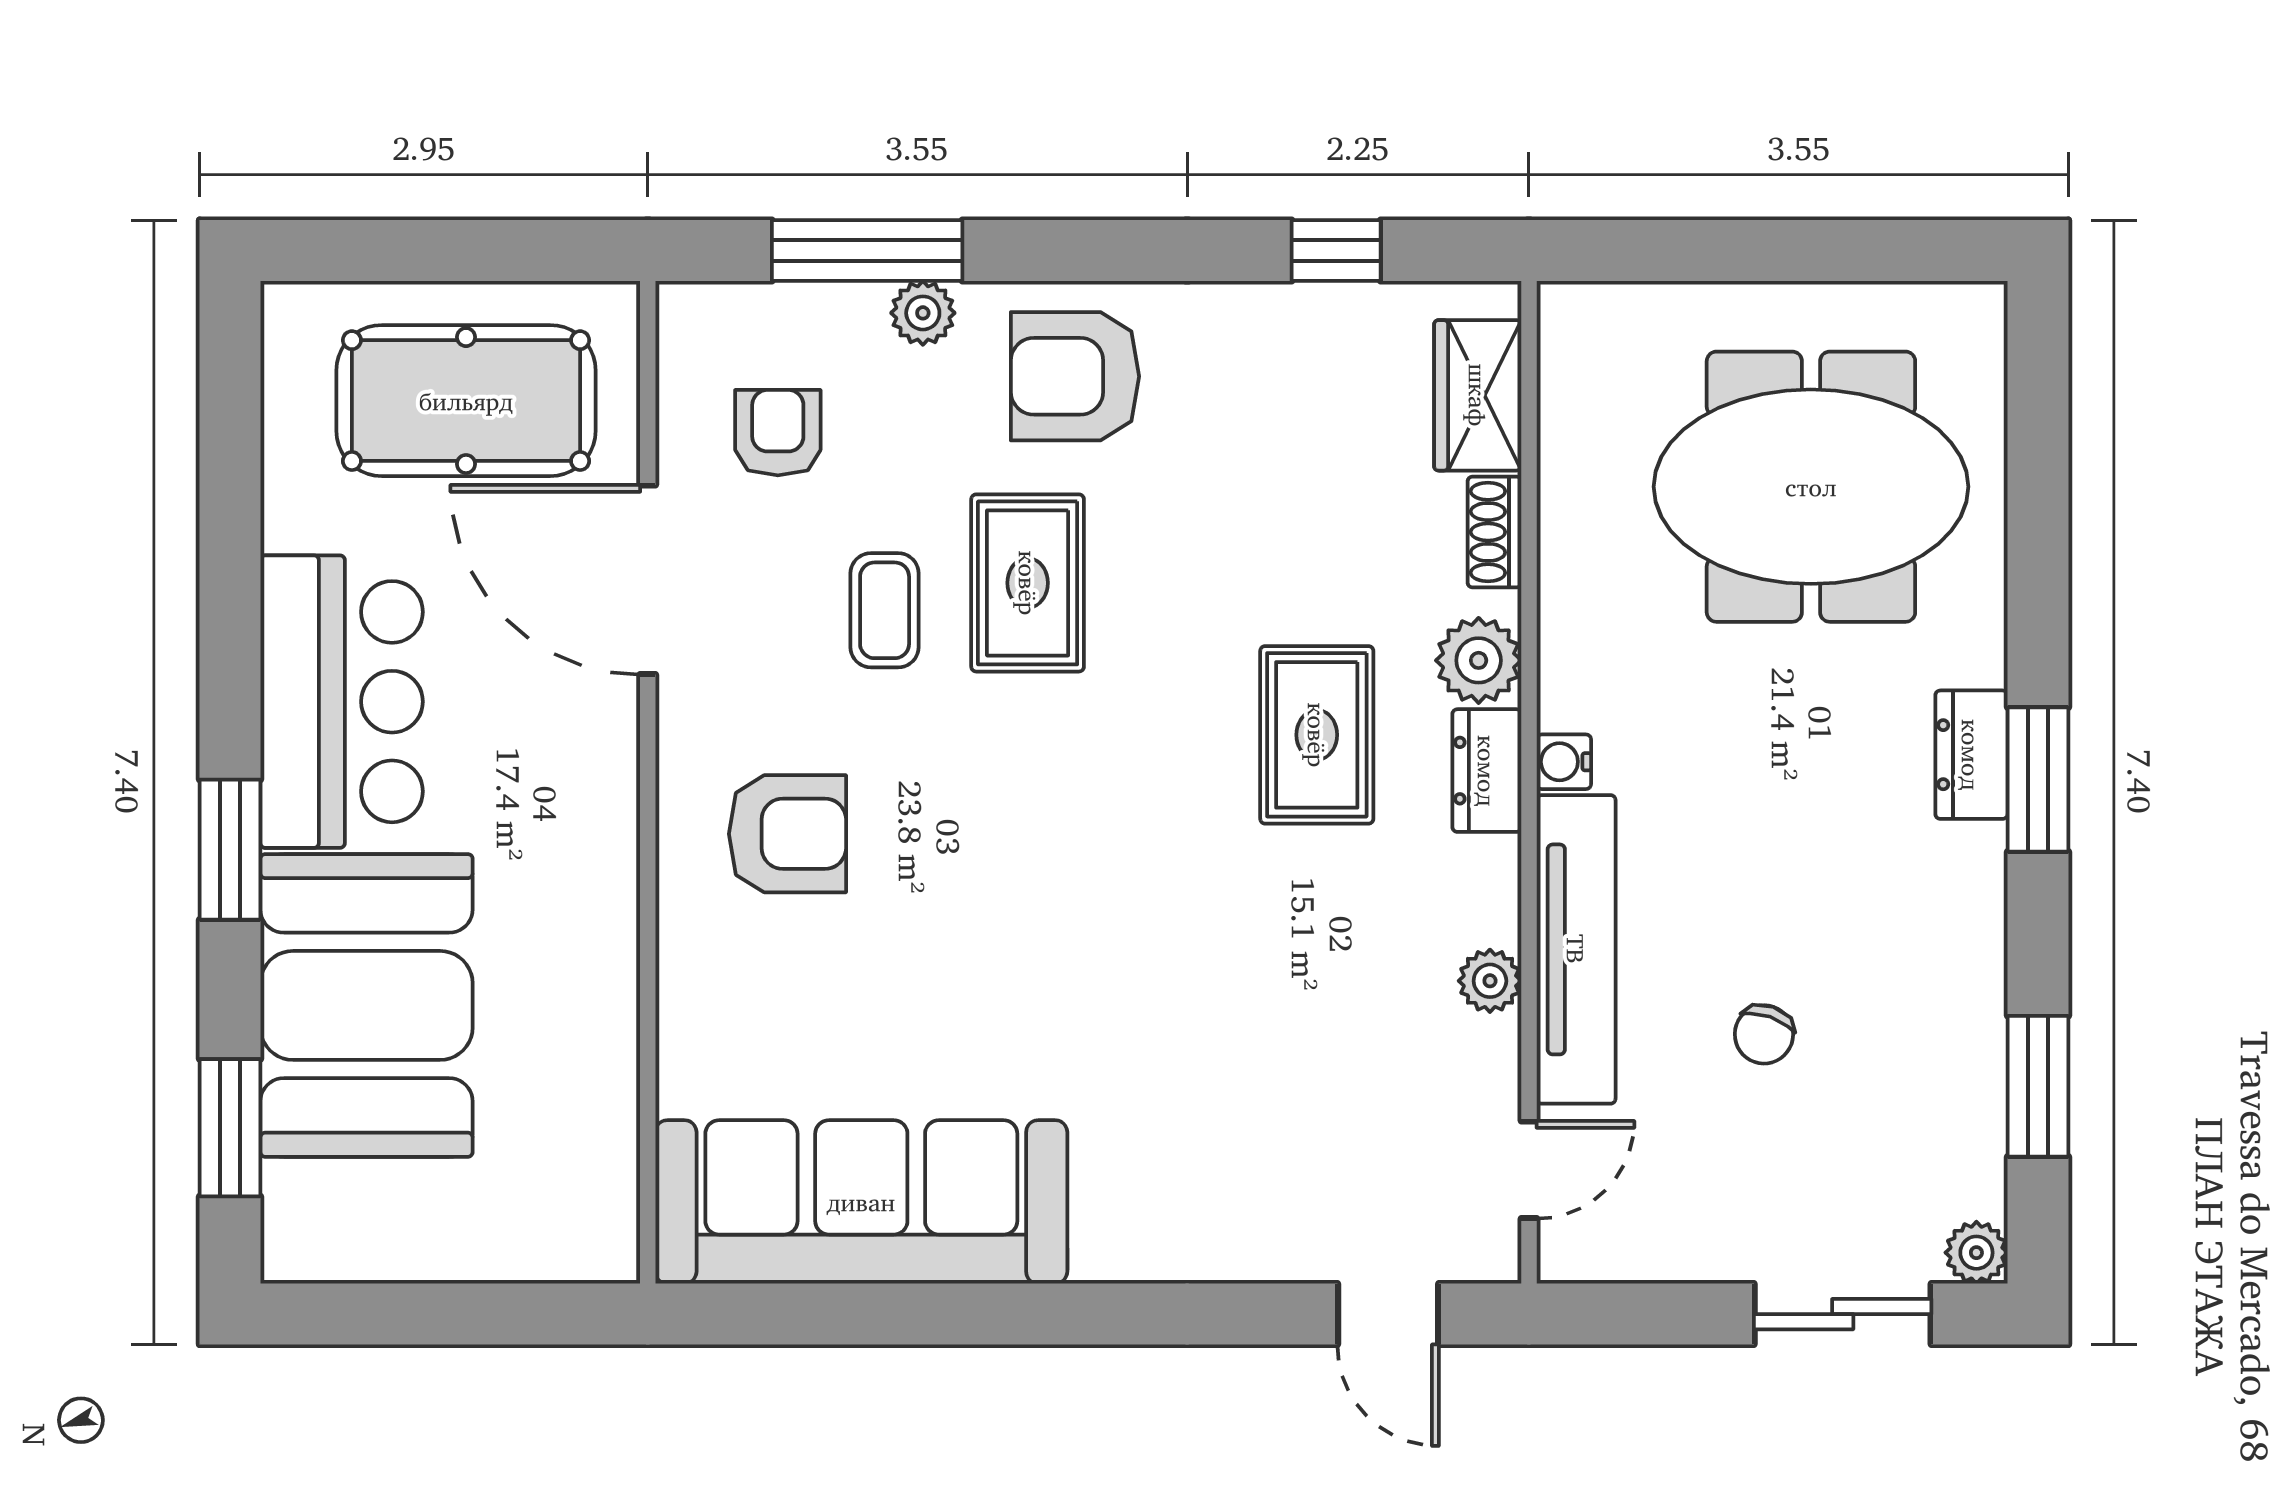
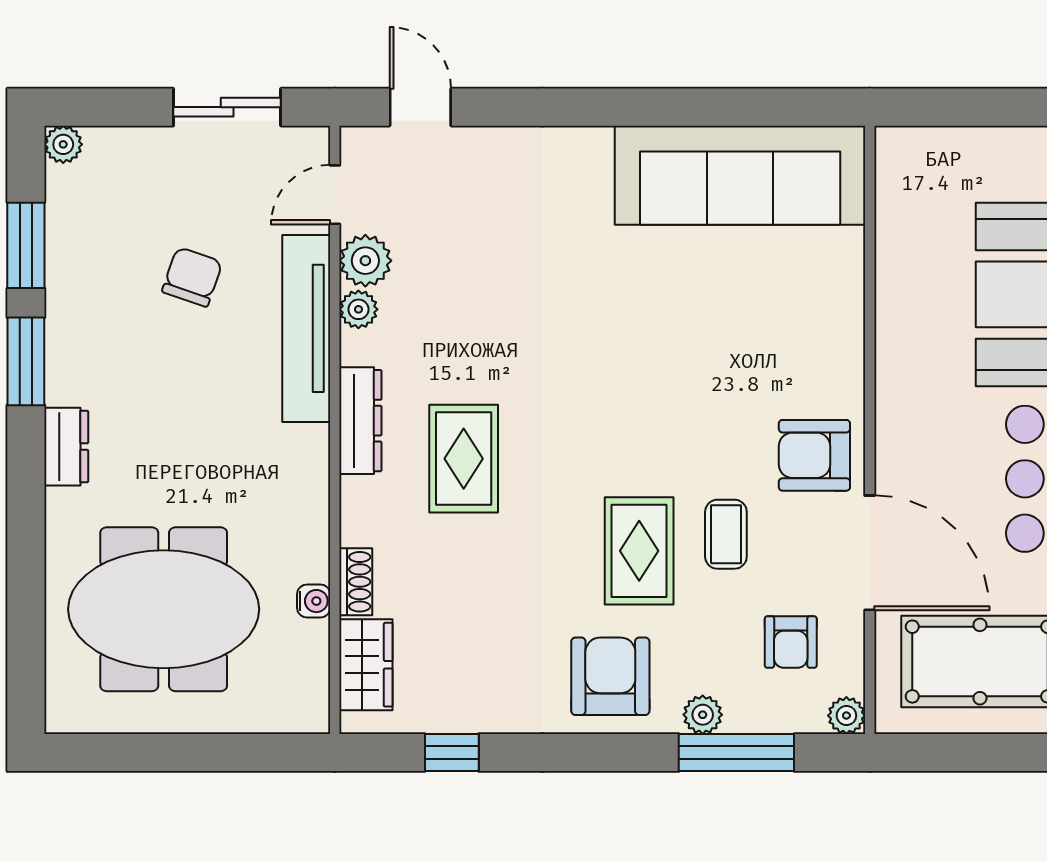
plant: (686, 312) -> (846, 716), added
armchair: (1075, 376) -> (610, 676), turned -90
plant: (1479, 660) -> (365, 261), moved
water cooler: (1564, 762) -> (314, 601), moved
dresser: (1487, 771) -> (360, 421), width x1.44
window: (2038, 780) -> (26, 361), moved
armchair: (787, 834) -> (814, 455), moved
chair: (1764, 1034) -> (192, 277), width x1.37, depth x1.37
sliding door: (1843, 1314) -> (227, 107), moved

